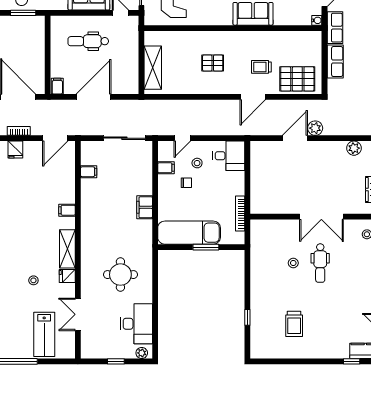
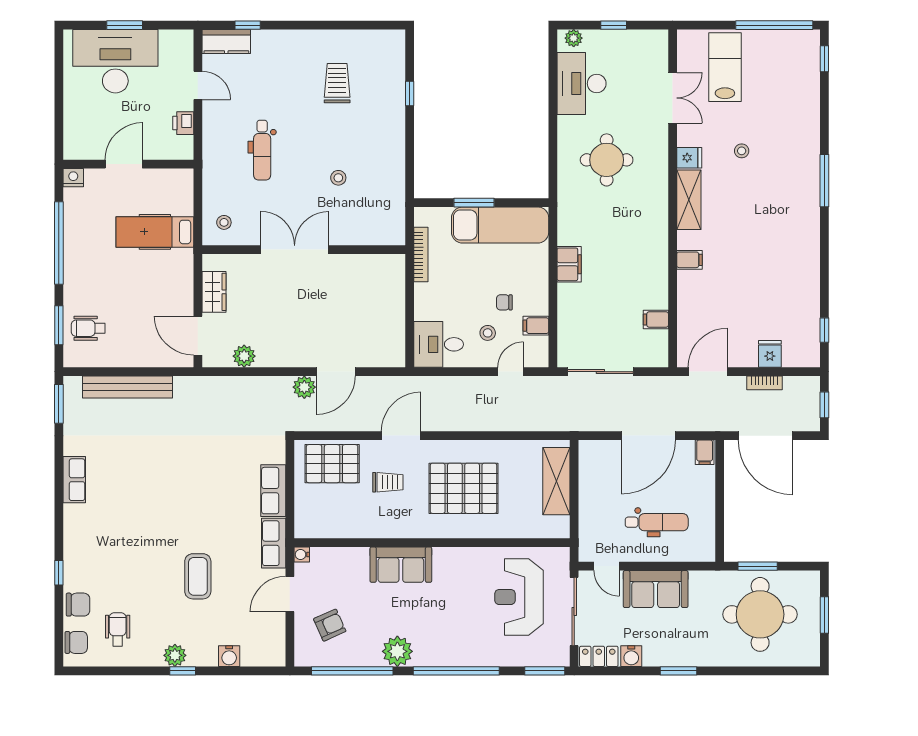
pallet: (213, 63) -> (463, 488), width x2.05, depth x2.00
dental chair: (320, 263) -> (262, 150), moved, turned 180

